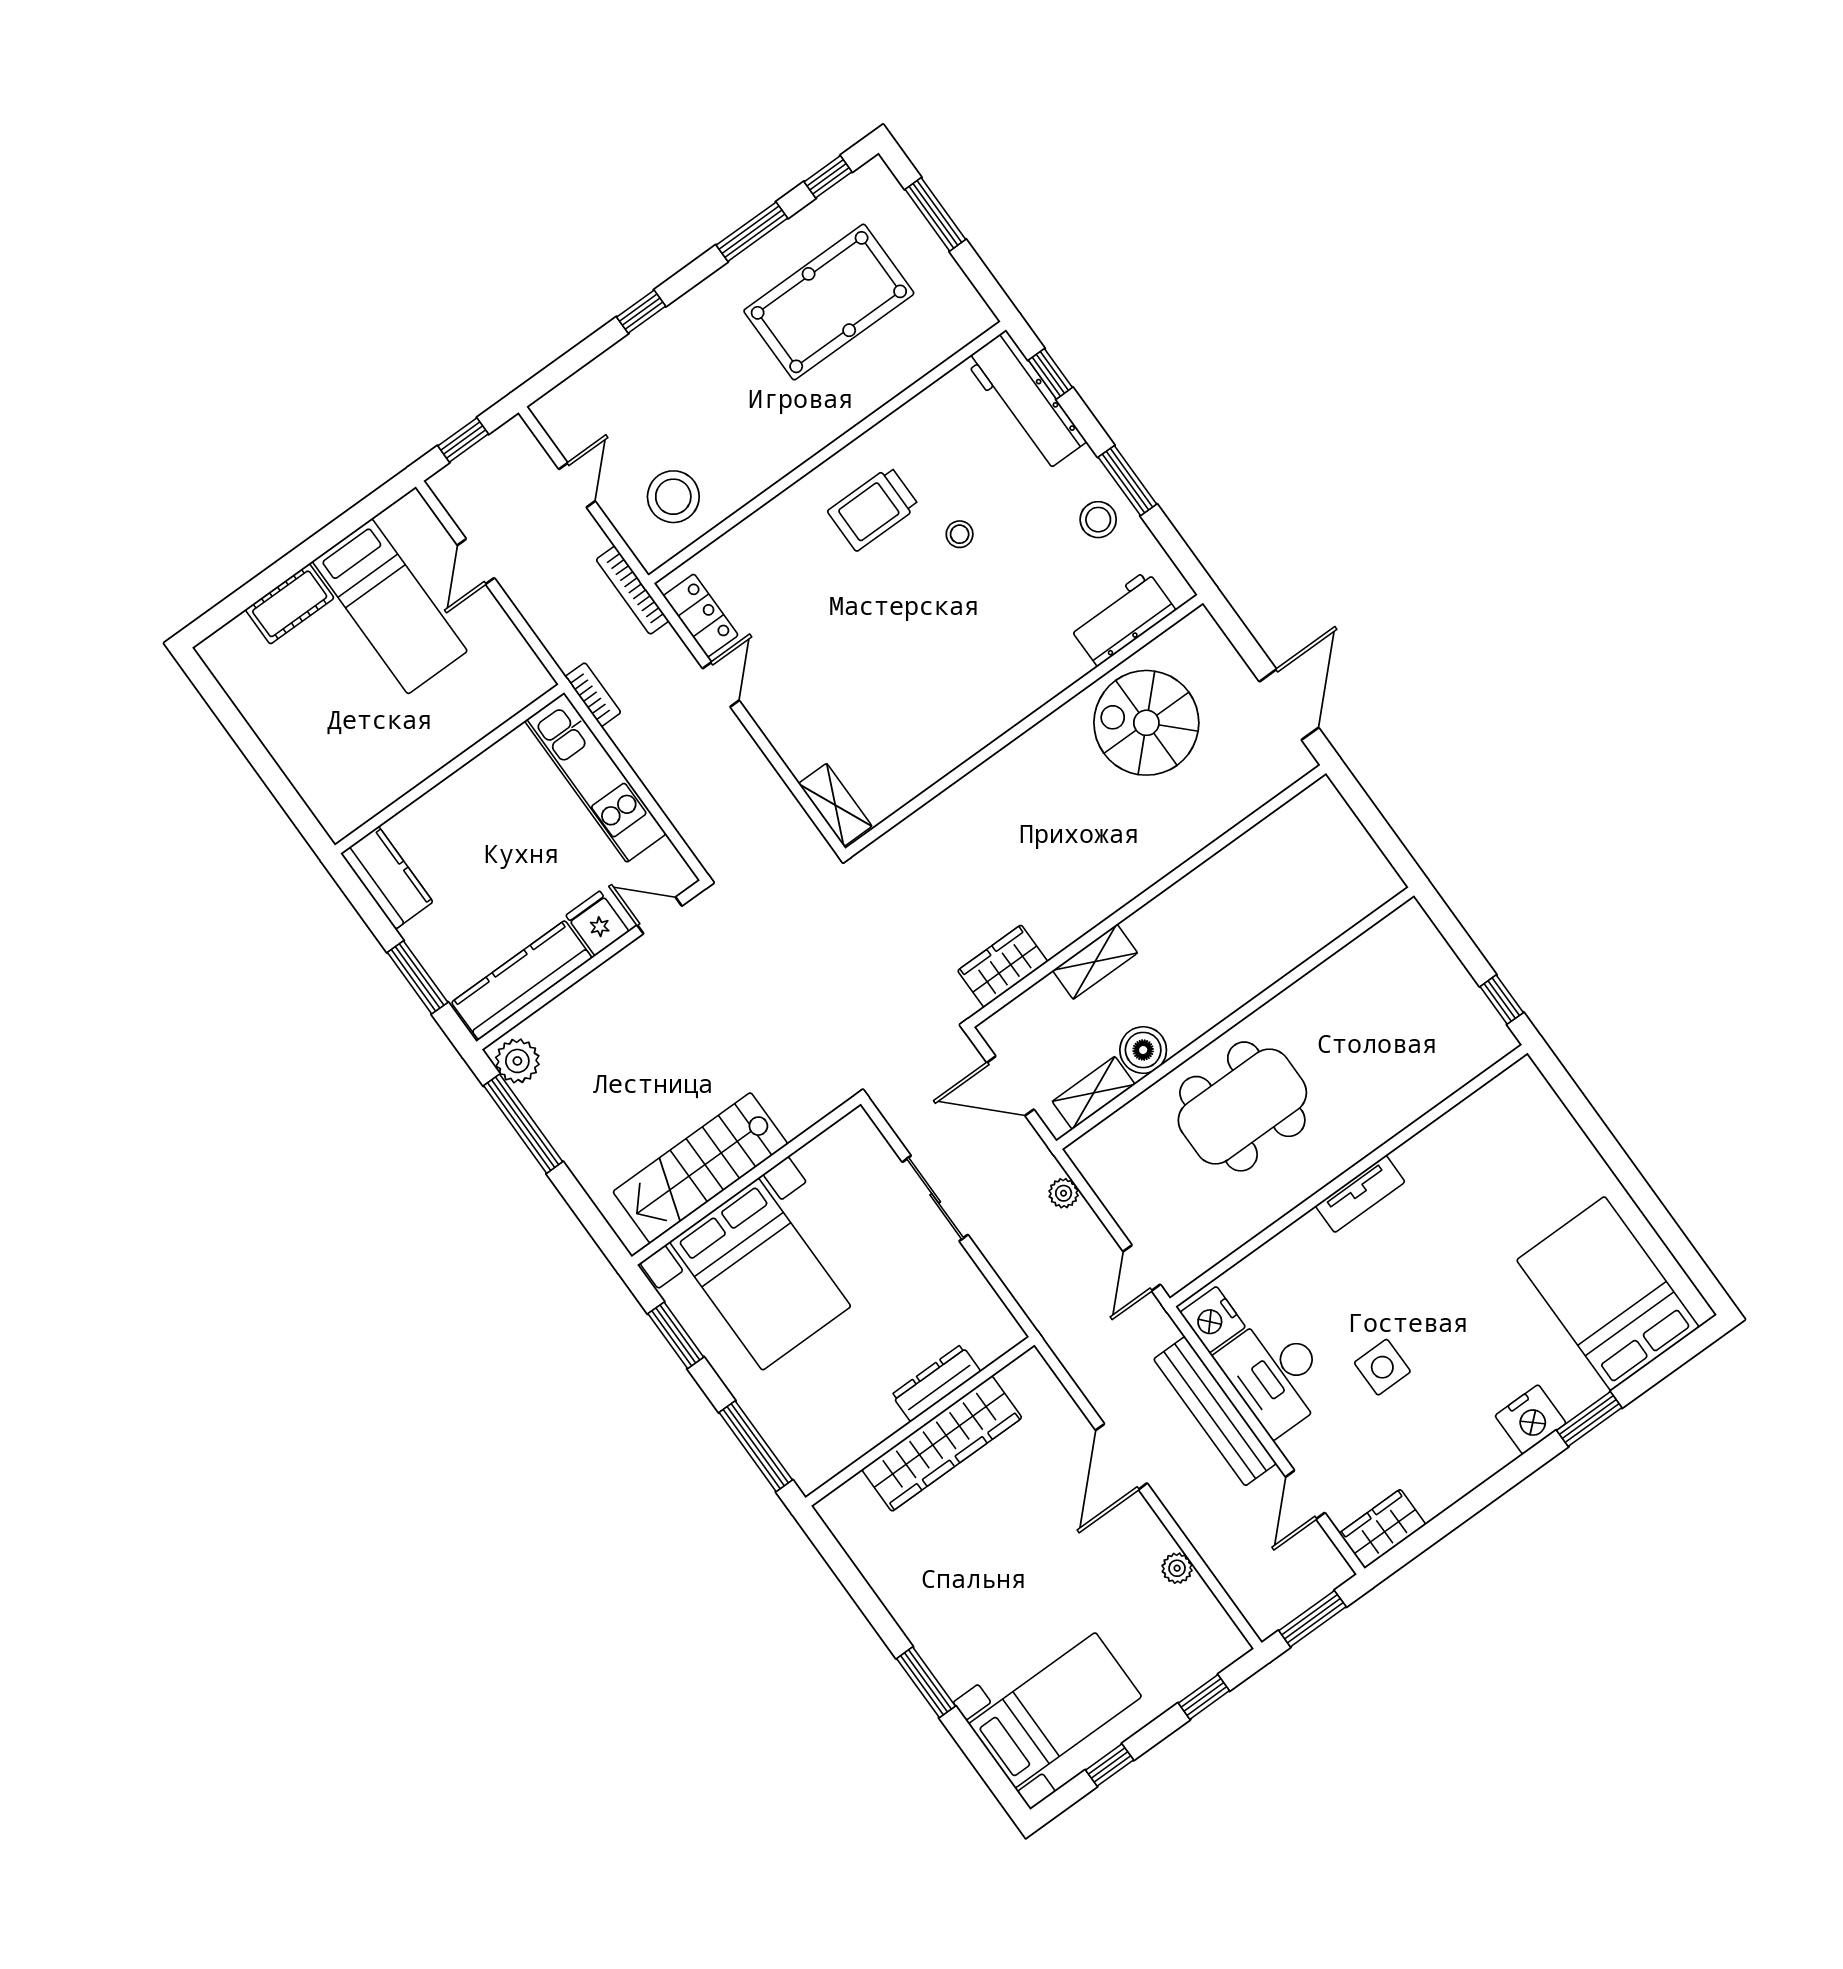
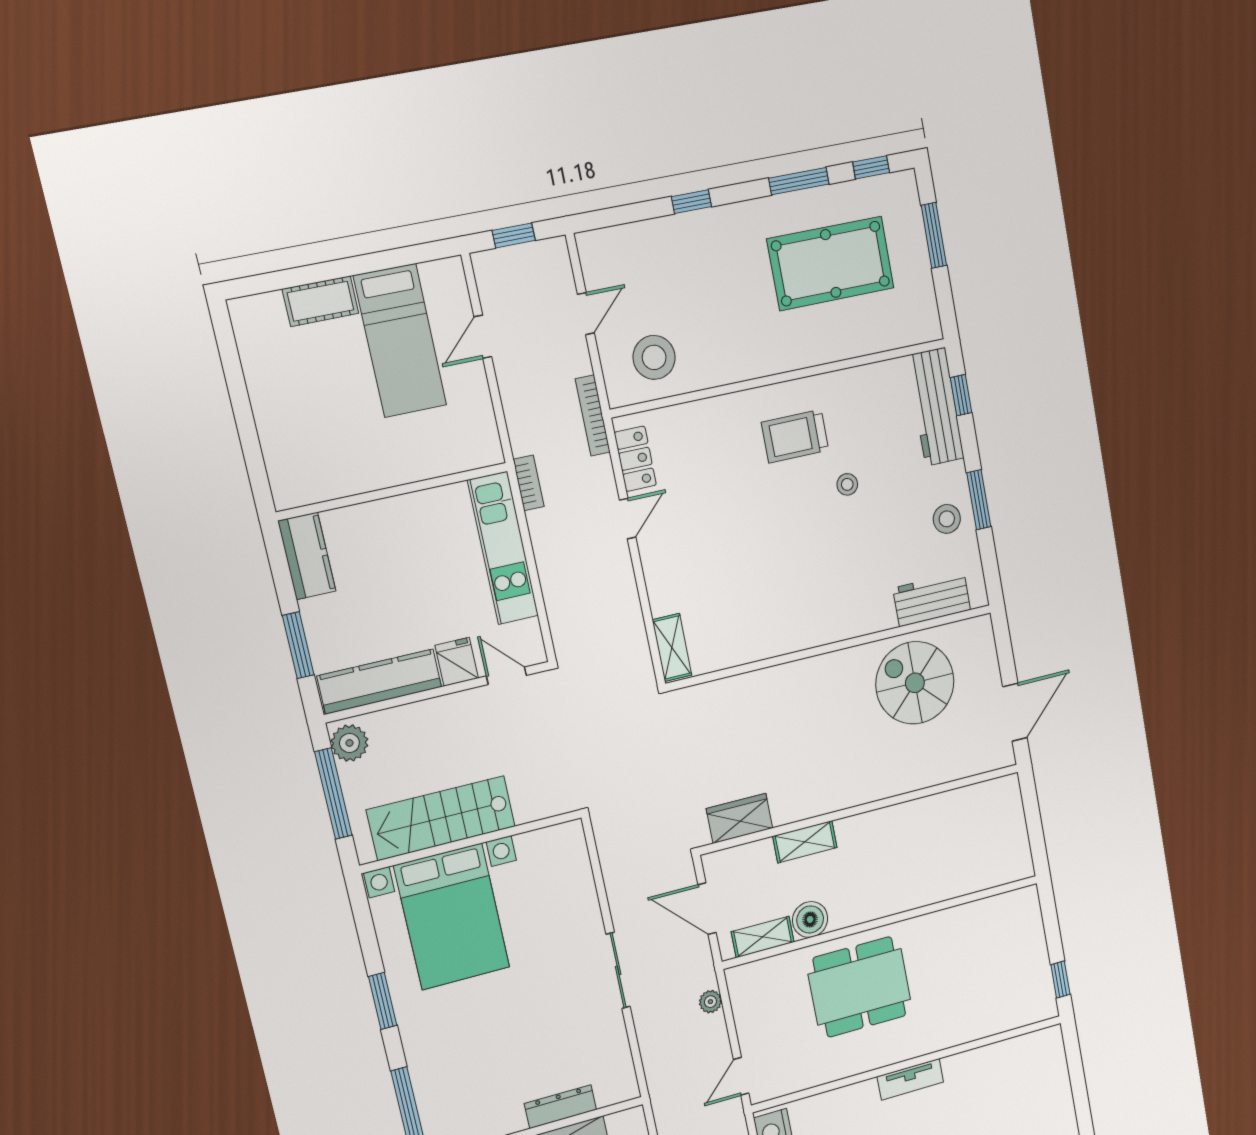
stairs: (700, 1168) -> (441, 818), moved
wall: (746, 1180) -> (472, 841), moved
bed with nightstands: (760, 1274) -> (452, 917), moved

